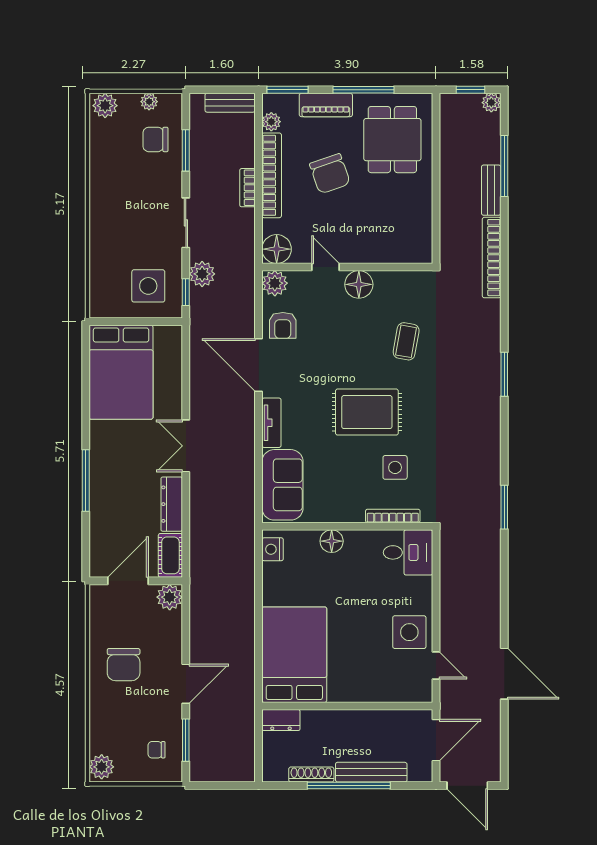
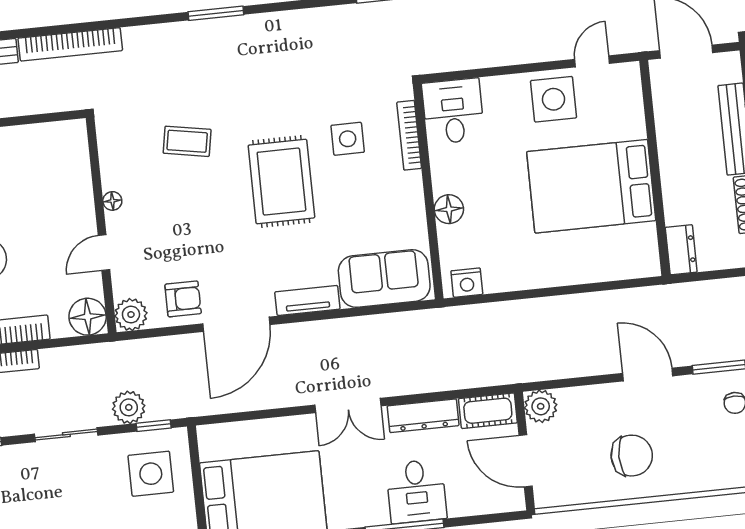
floor lamp: (359, 284) -> (112, 201), width x0.53, depth x0.53
desk: (113, 493) -> (416, 491), added
bed: (294, 655) -> (591, 186), moved

